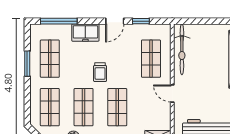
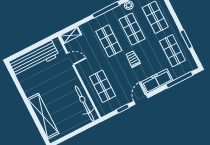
freezer: (85, 33) -> (157, 81), width x1.40
door: (172, 93) -> (70, 59), moved

